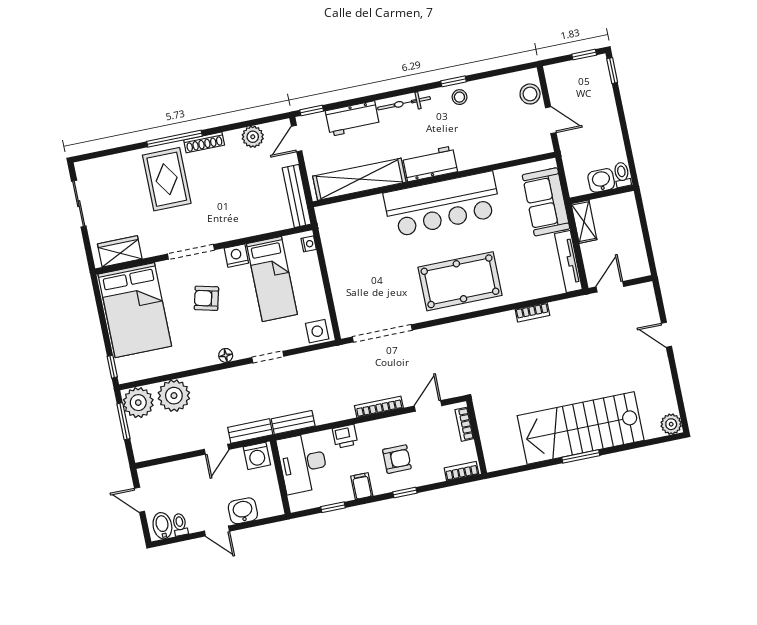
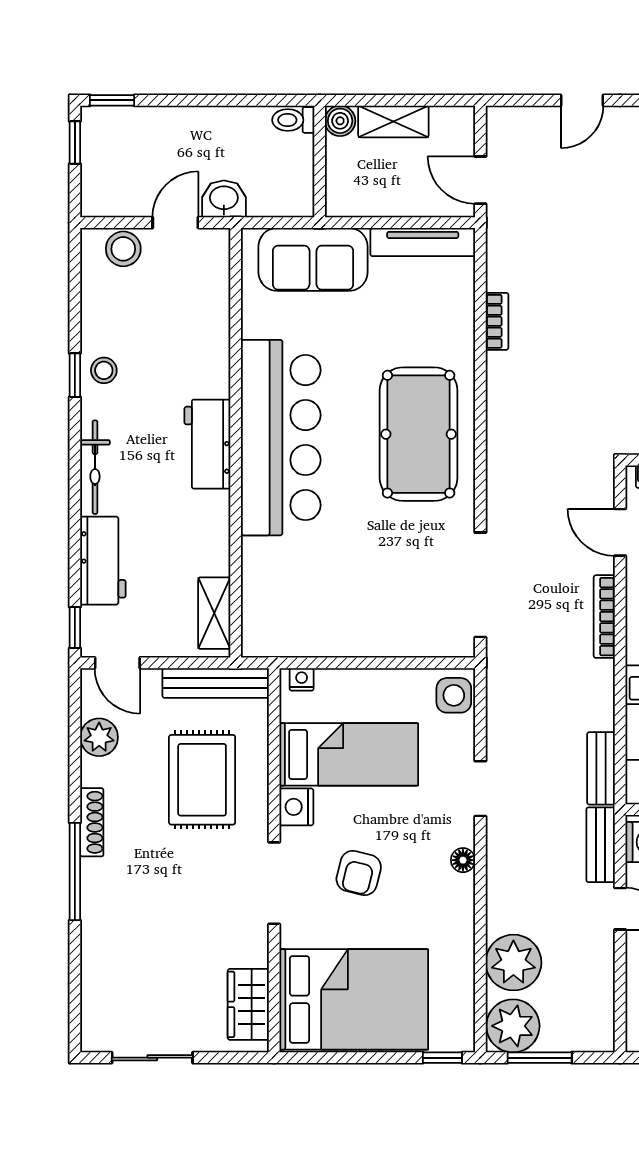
rug: (167, 179) -> (202, 780), moved, turned 90
shelving: (359, 179) -> (214, 613), width x0.45, depth x0.75
washbasin: (601, 180) -> (224, 199), moved, turned 90
boiler: (627, 201) -> (340, 121), added
shelving: (584, 222) -> (393, 121), moved

